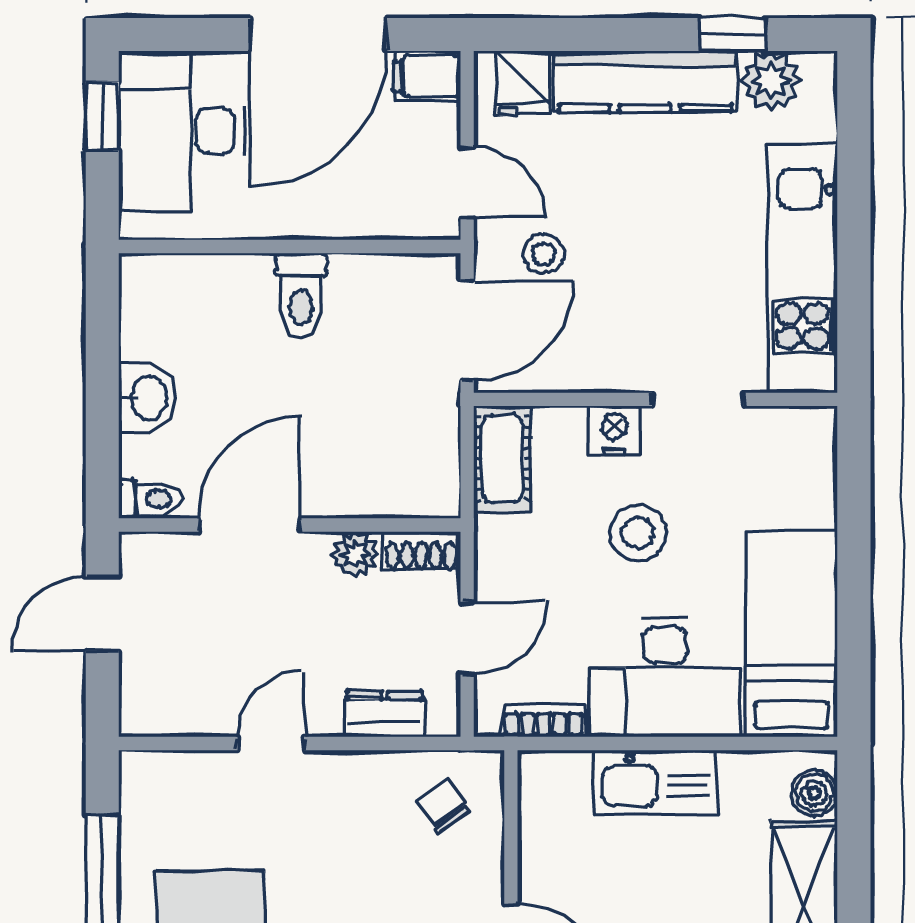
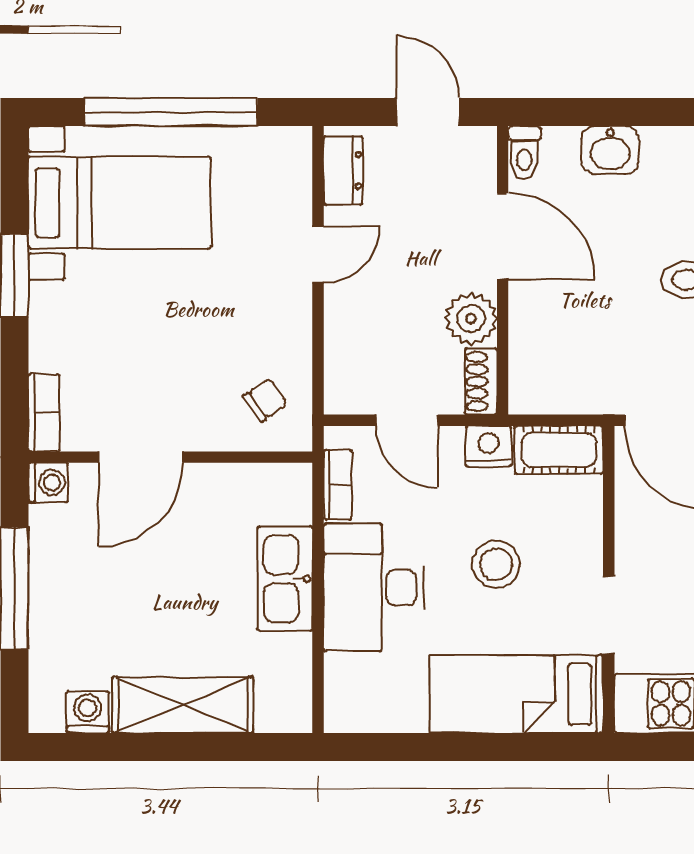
nightstand: (614, 430) -> (488, 446), moved, turned -90
plant: (355, 554) -> (471, 318), width x1.38, depth x1.38
bed: (791, 634) -> (517, 694), moved, turned 180
dresser: (385, 714) -> (343, 170), moved
door: (271, 744) -> (318, 254), hinge flipped
boiler: (814, 793) -> (276, 714), removed

